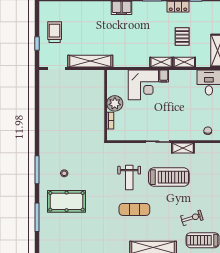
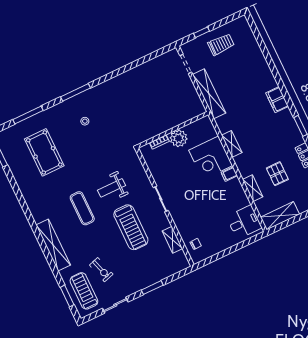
pallet: (182, 37) -> (277, 174), turned 90
shelving: (161, 62) -> (232, 144), moved
shelving: (183, 148) -> (172, 240), moved
pool table: (67, 201) -> (44, 152), moved

